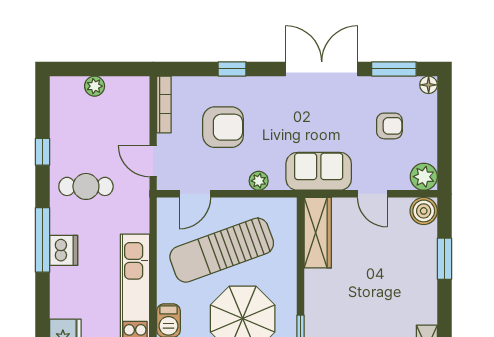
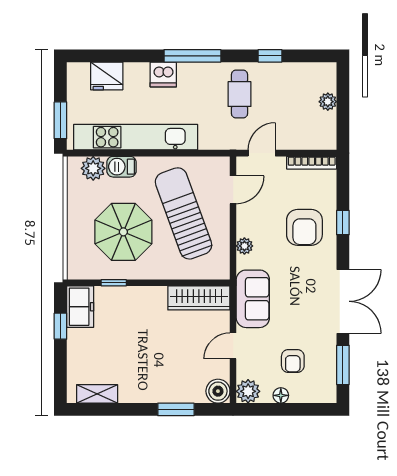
floor lamp: (429, 85) -> (281, 395), moved
armchair: (223, 127) -> (304, 227), moved
door: (195, 194) -> (233, 190), swing flipped
dishwasher: (64, 250) -> (163, 74), moved

